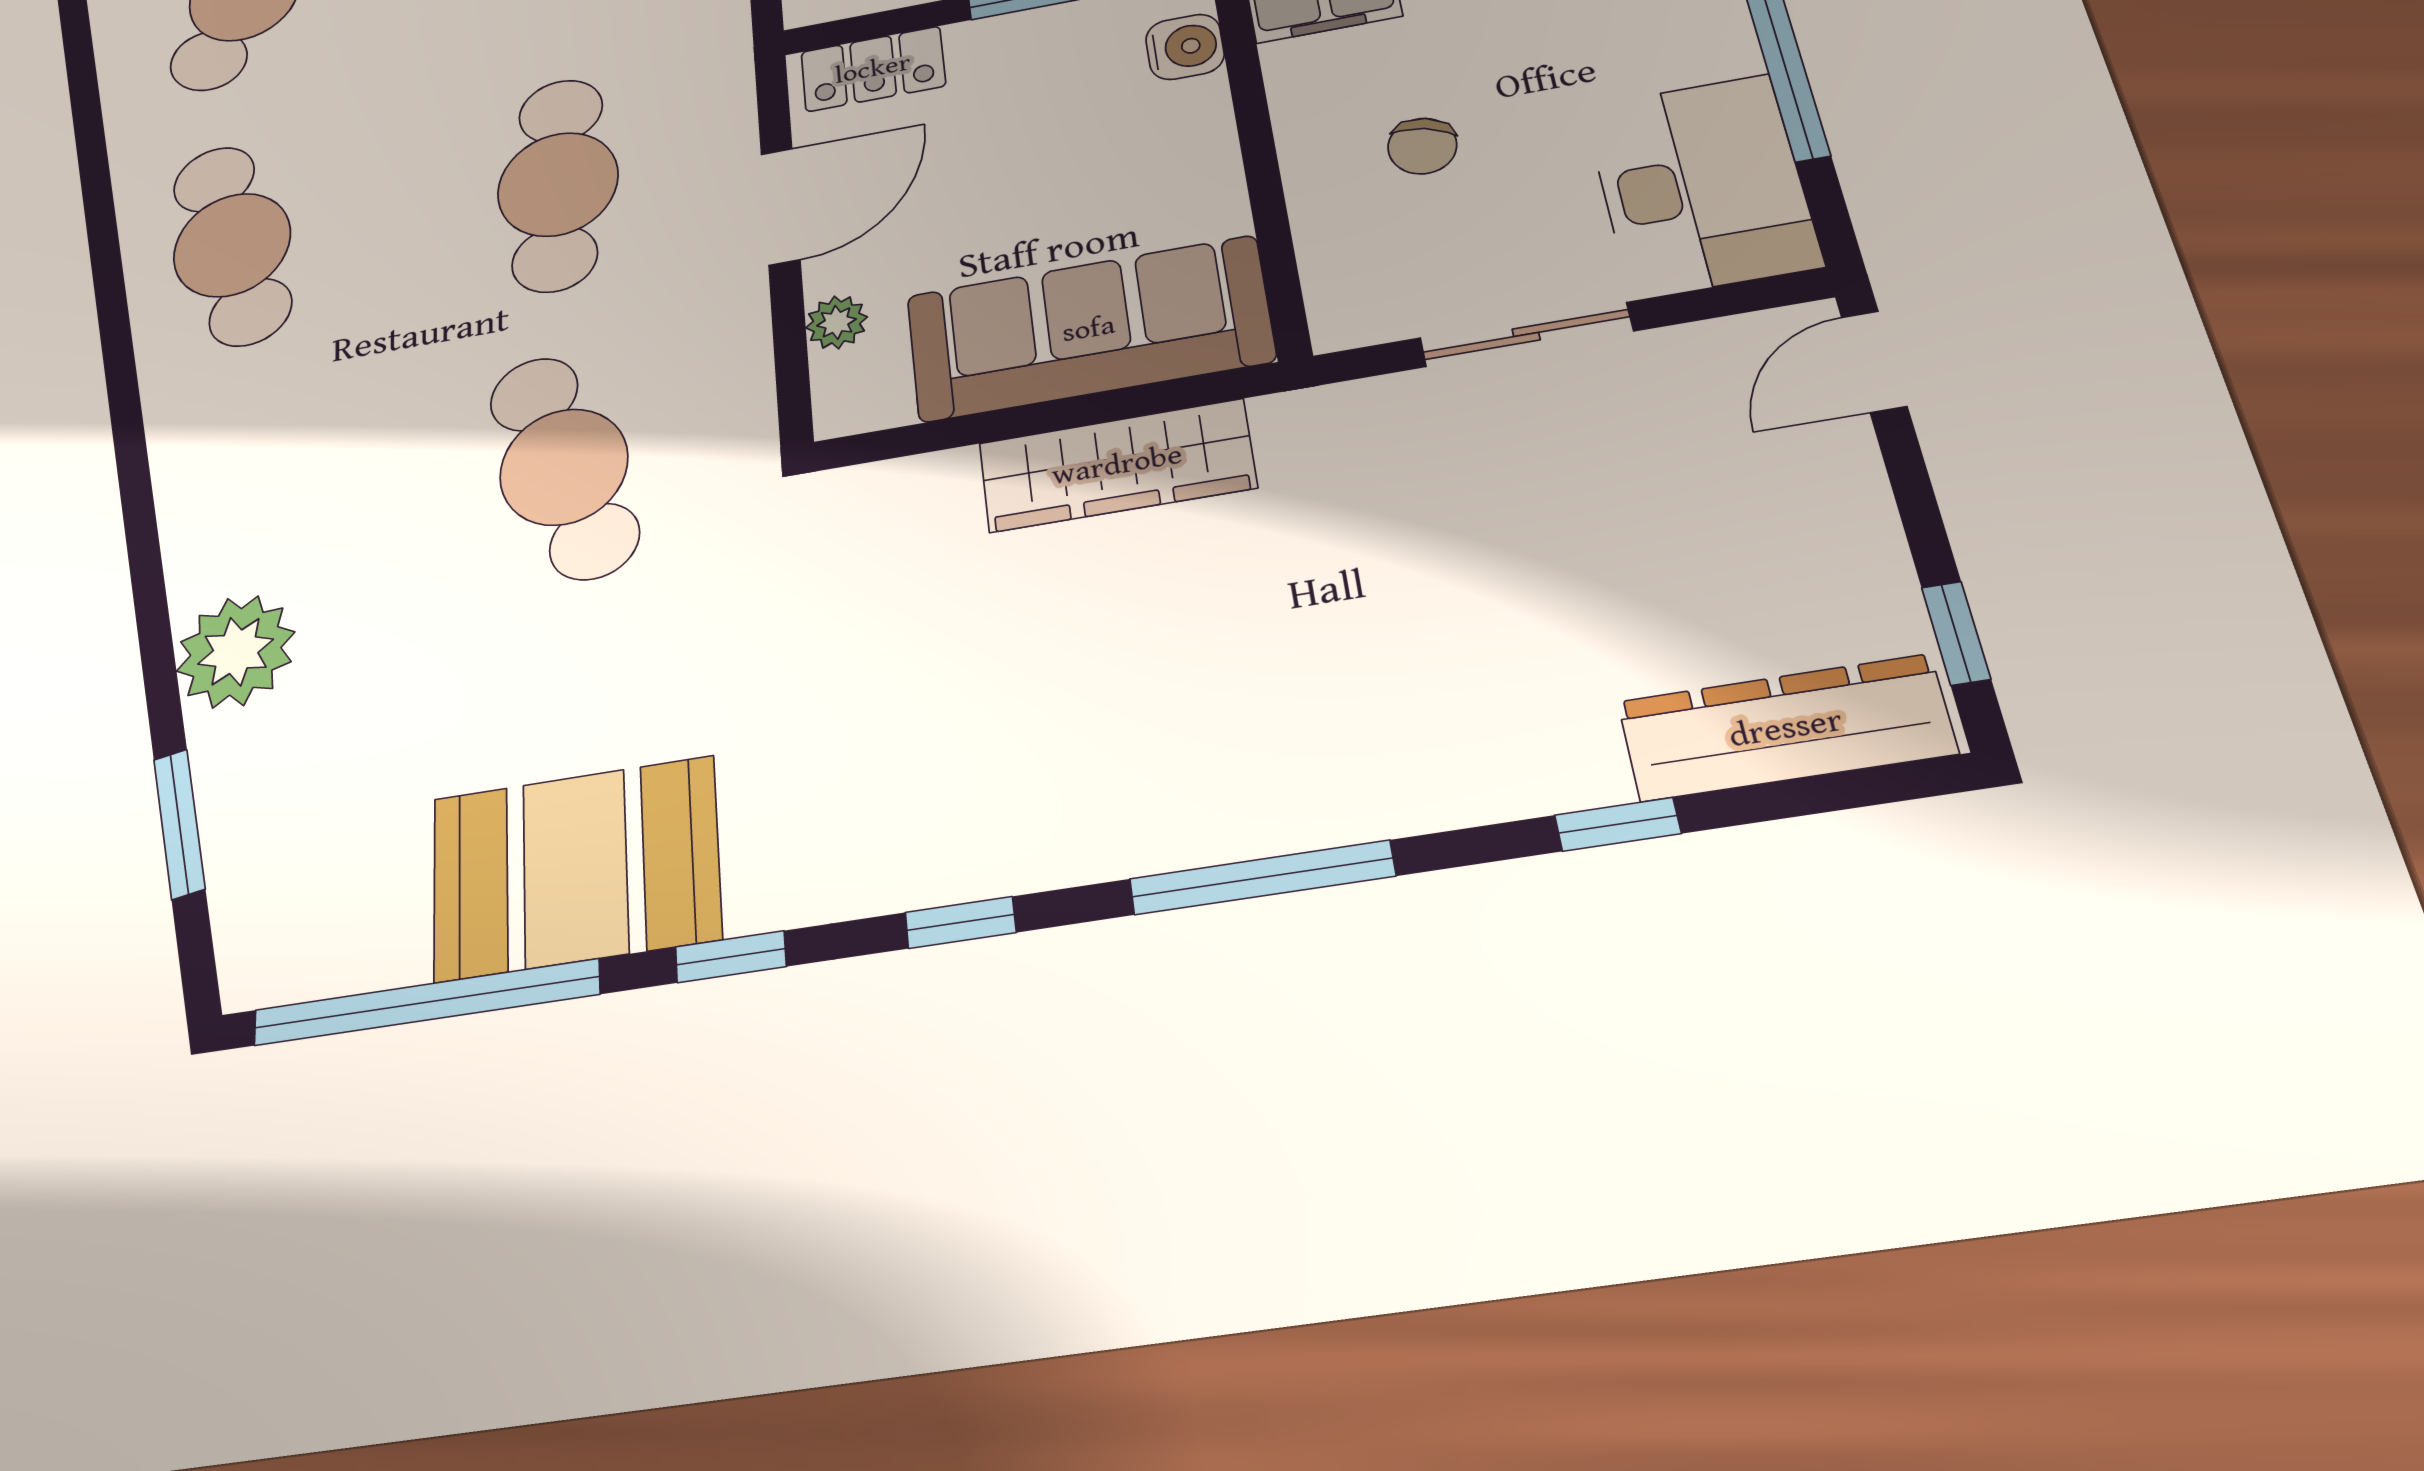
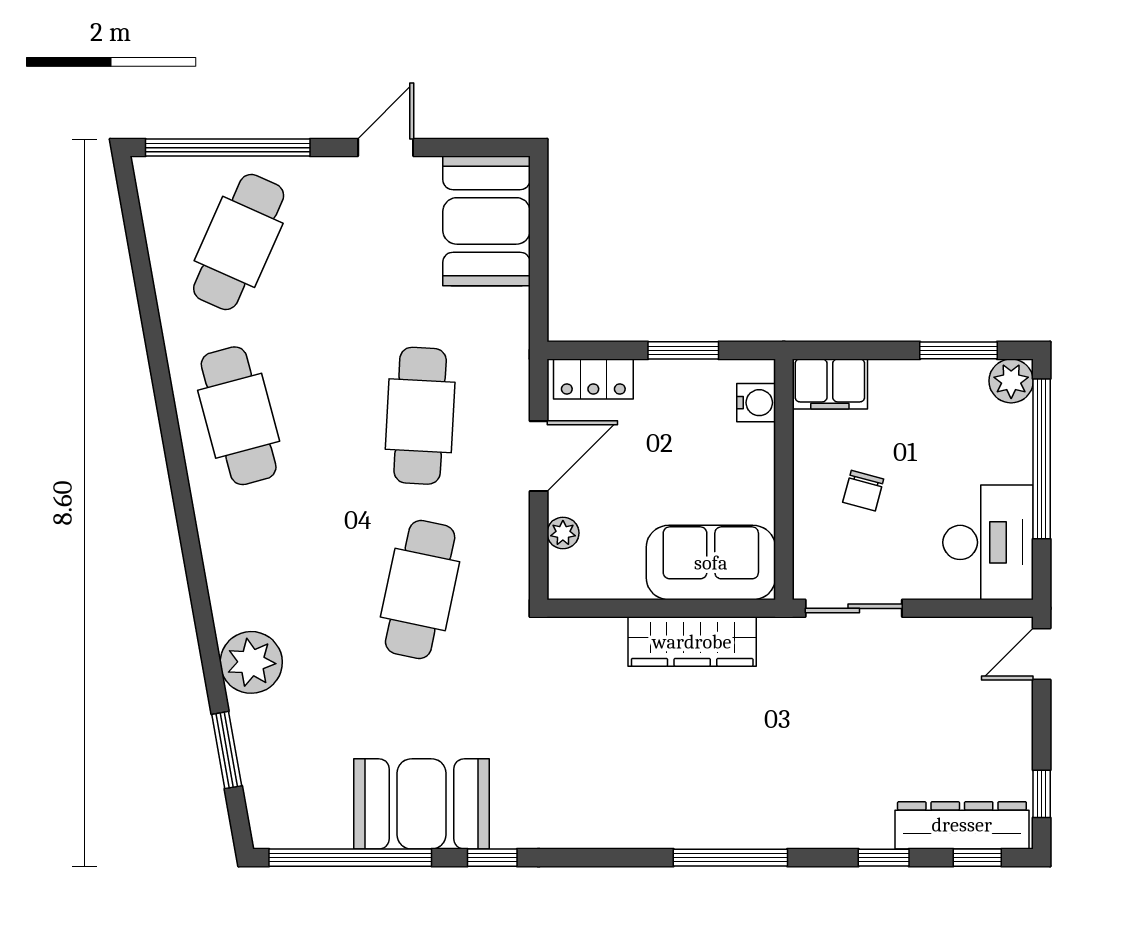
sofa: (1089, 329) -> (711, 563), width x0.73
sliding door: (1526, 335) -> (854, 608), moved
cafe table: (564, 467) -> (420, 589), turned 30
window: (960, 922) -> (977, 858), moved

